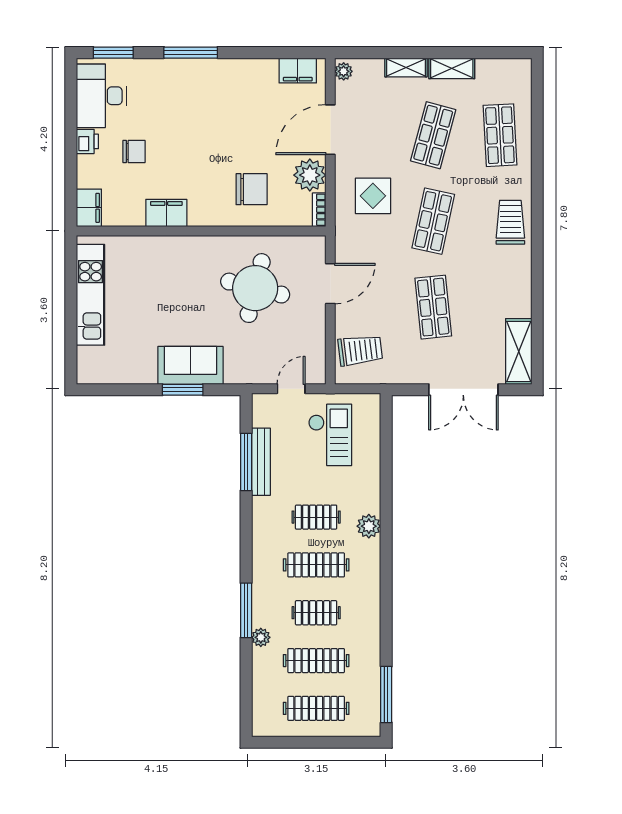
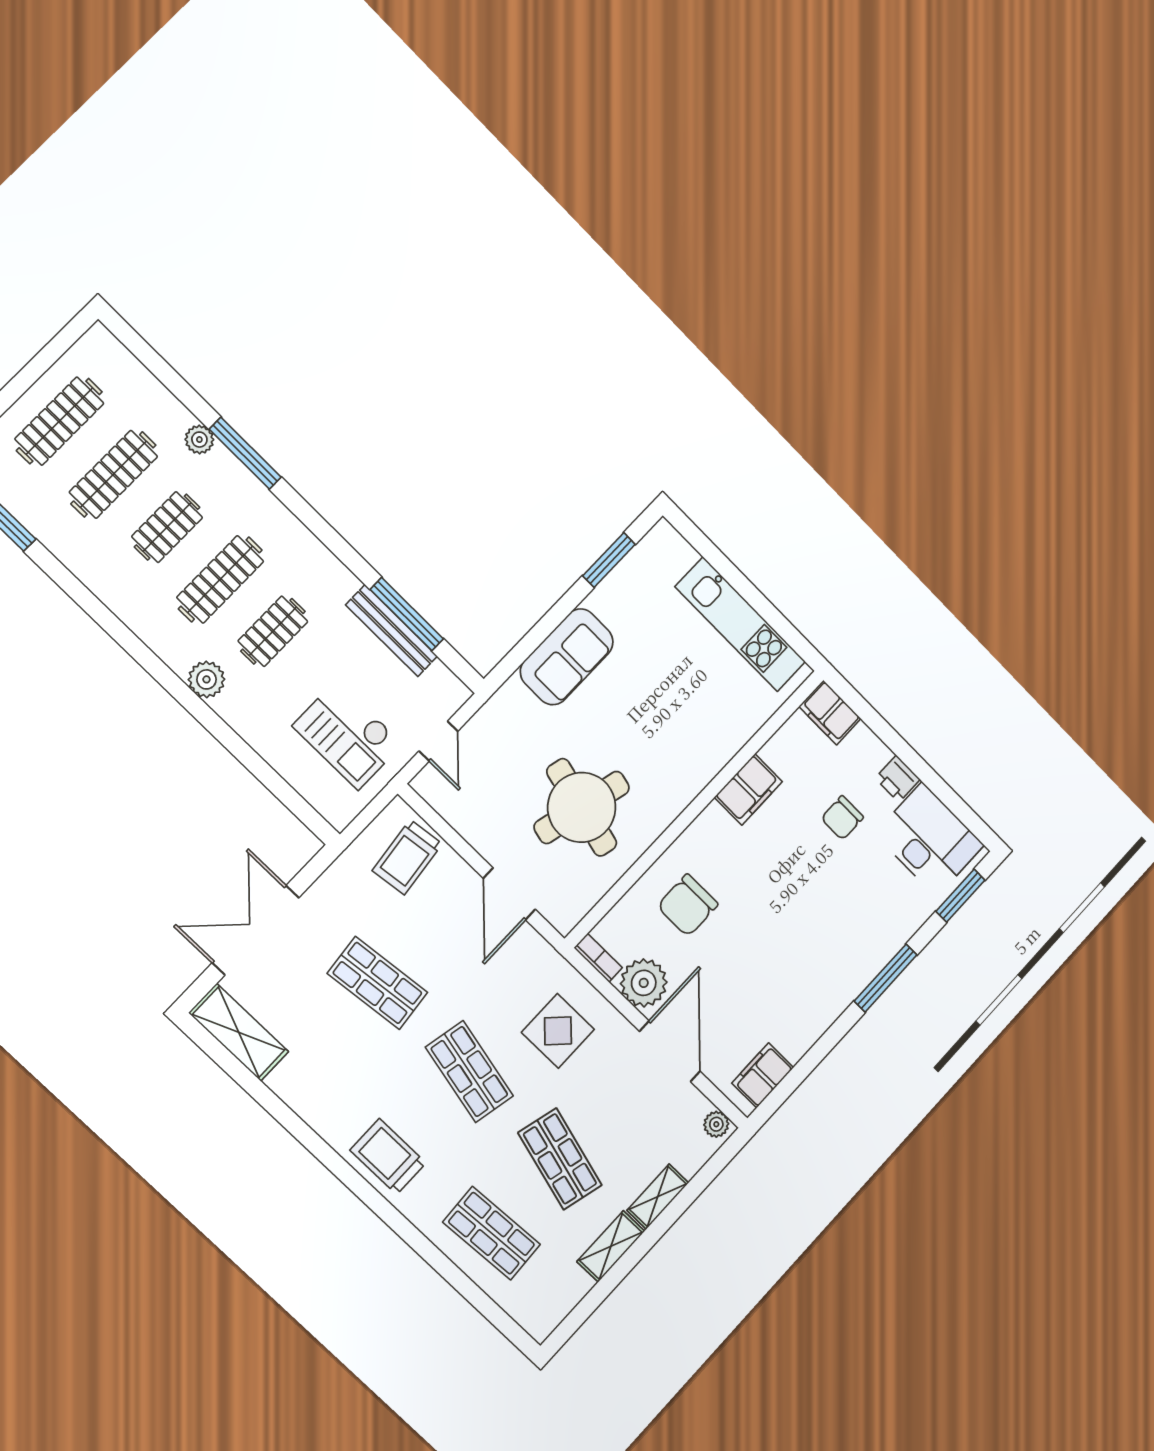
trolley: (510, 222) -> (388, 1157), turned 180
window: (183, 390) -> (609, 560), moved

